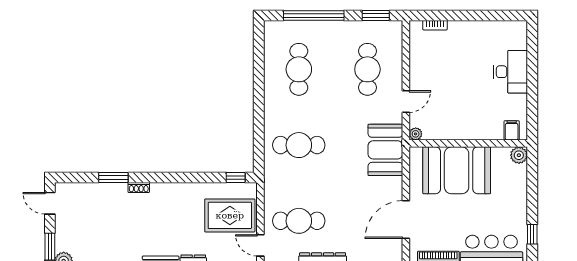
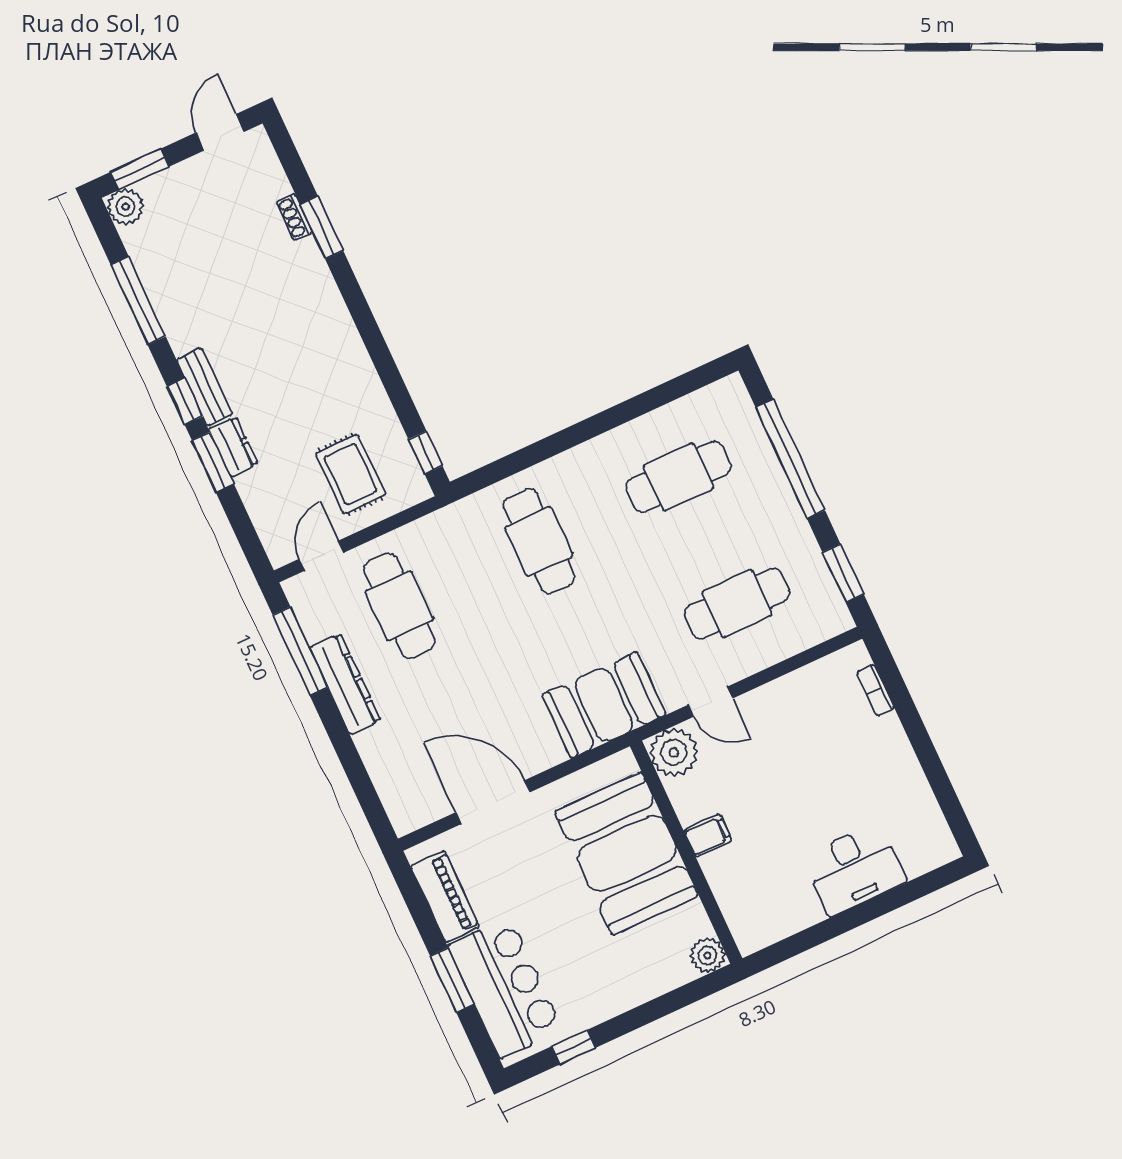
filing cabinet: (512, 130) -> (708, 836), moved
plant: (416, 134) -> (674, 752), width x1.88, depth x1.88
shoe rack: (139, 187) -> (294, 217), moved
rug: (230, 215) -> (351, 474), width x0.73, depth x0.70

